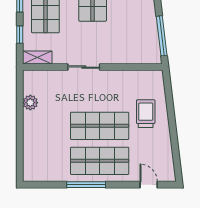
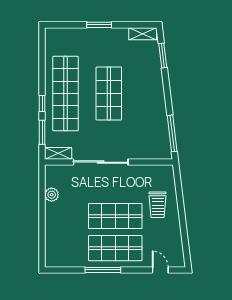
window: (20, 35) -> (42, 132), width x1.50
sliding door: (84, 67) -> (101, 162), width x1.86
trolley: (146, 114) -> (158, 205), turned 180

